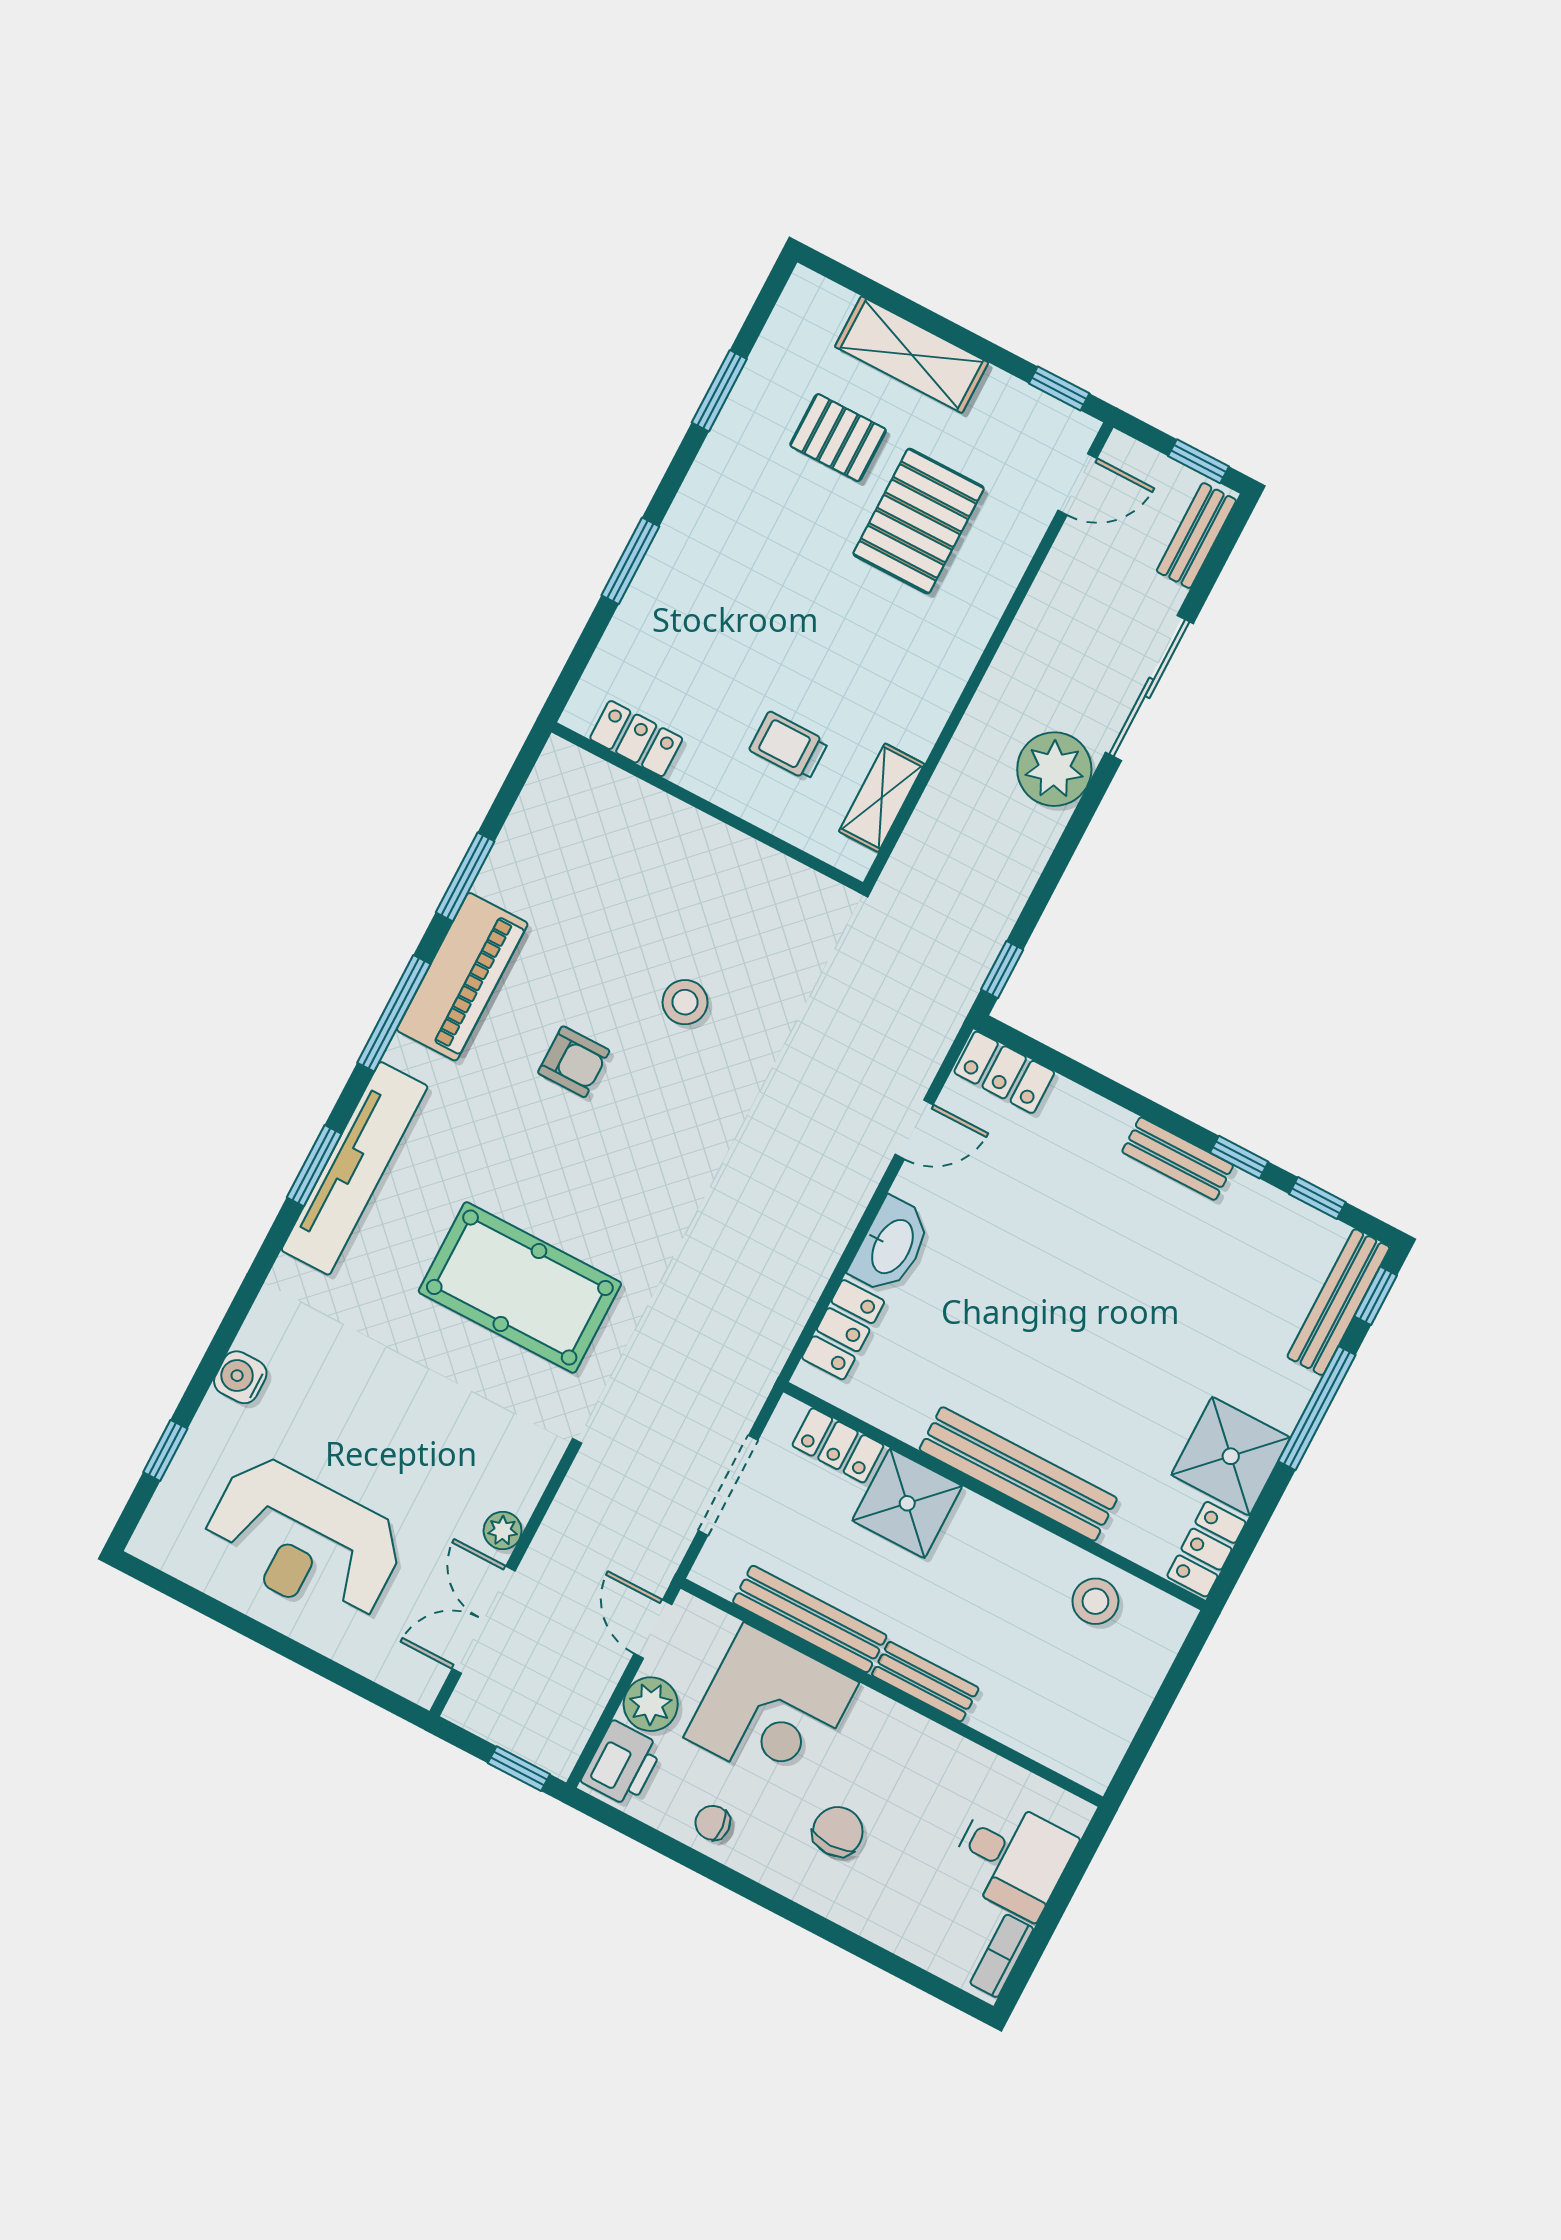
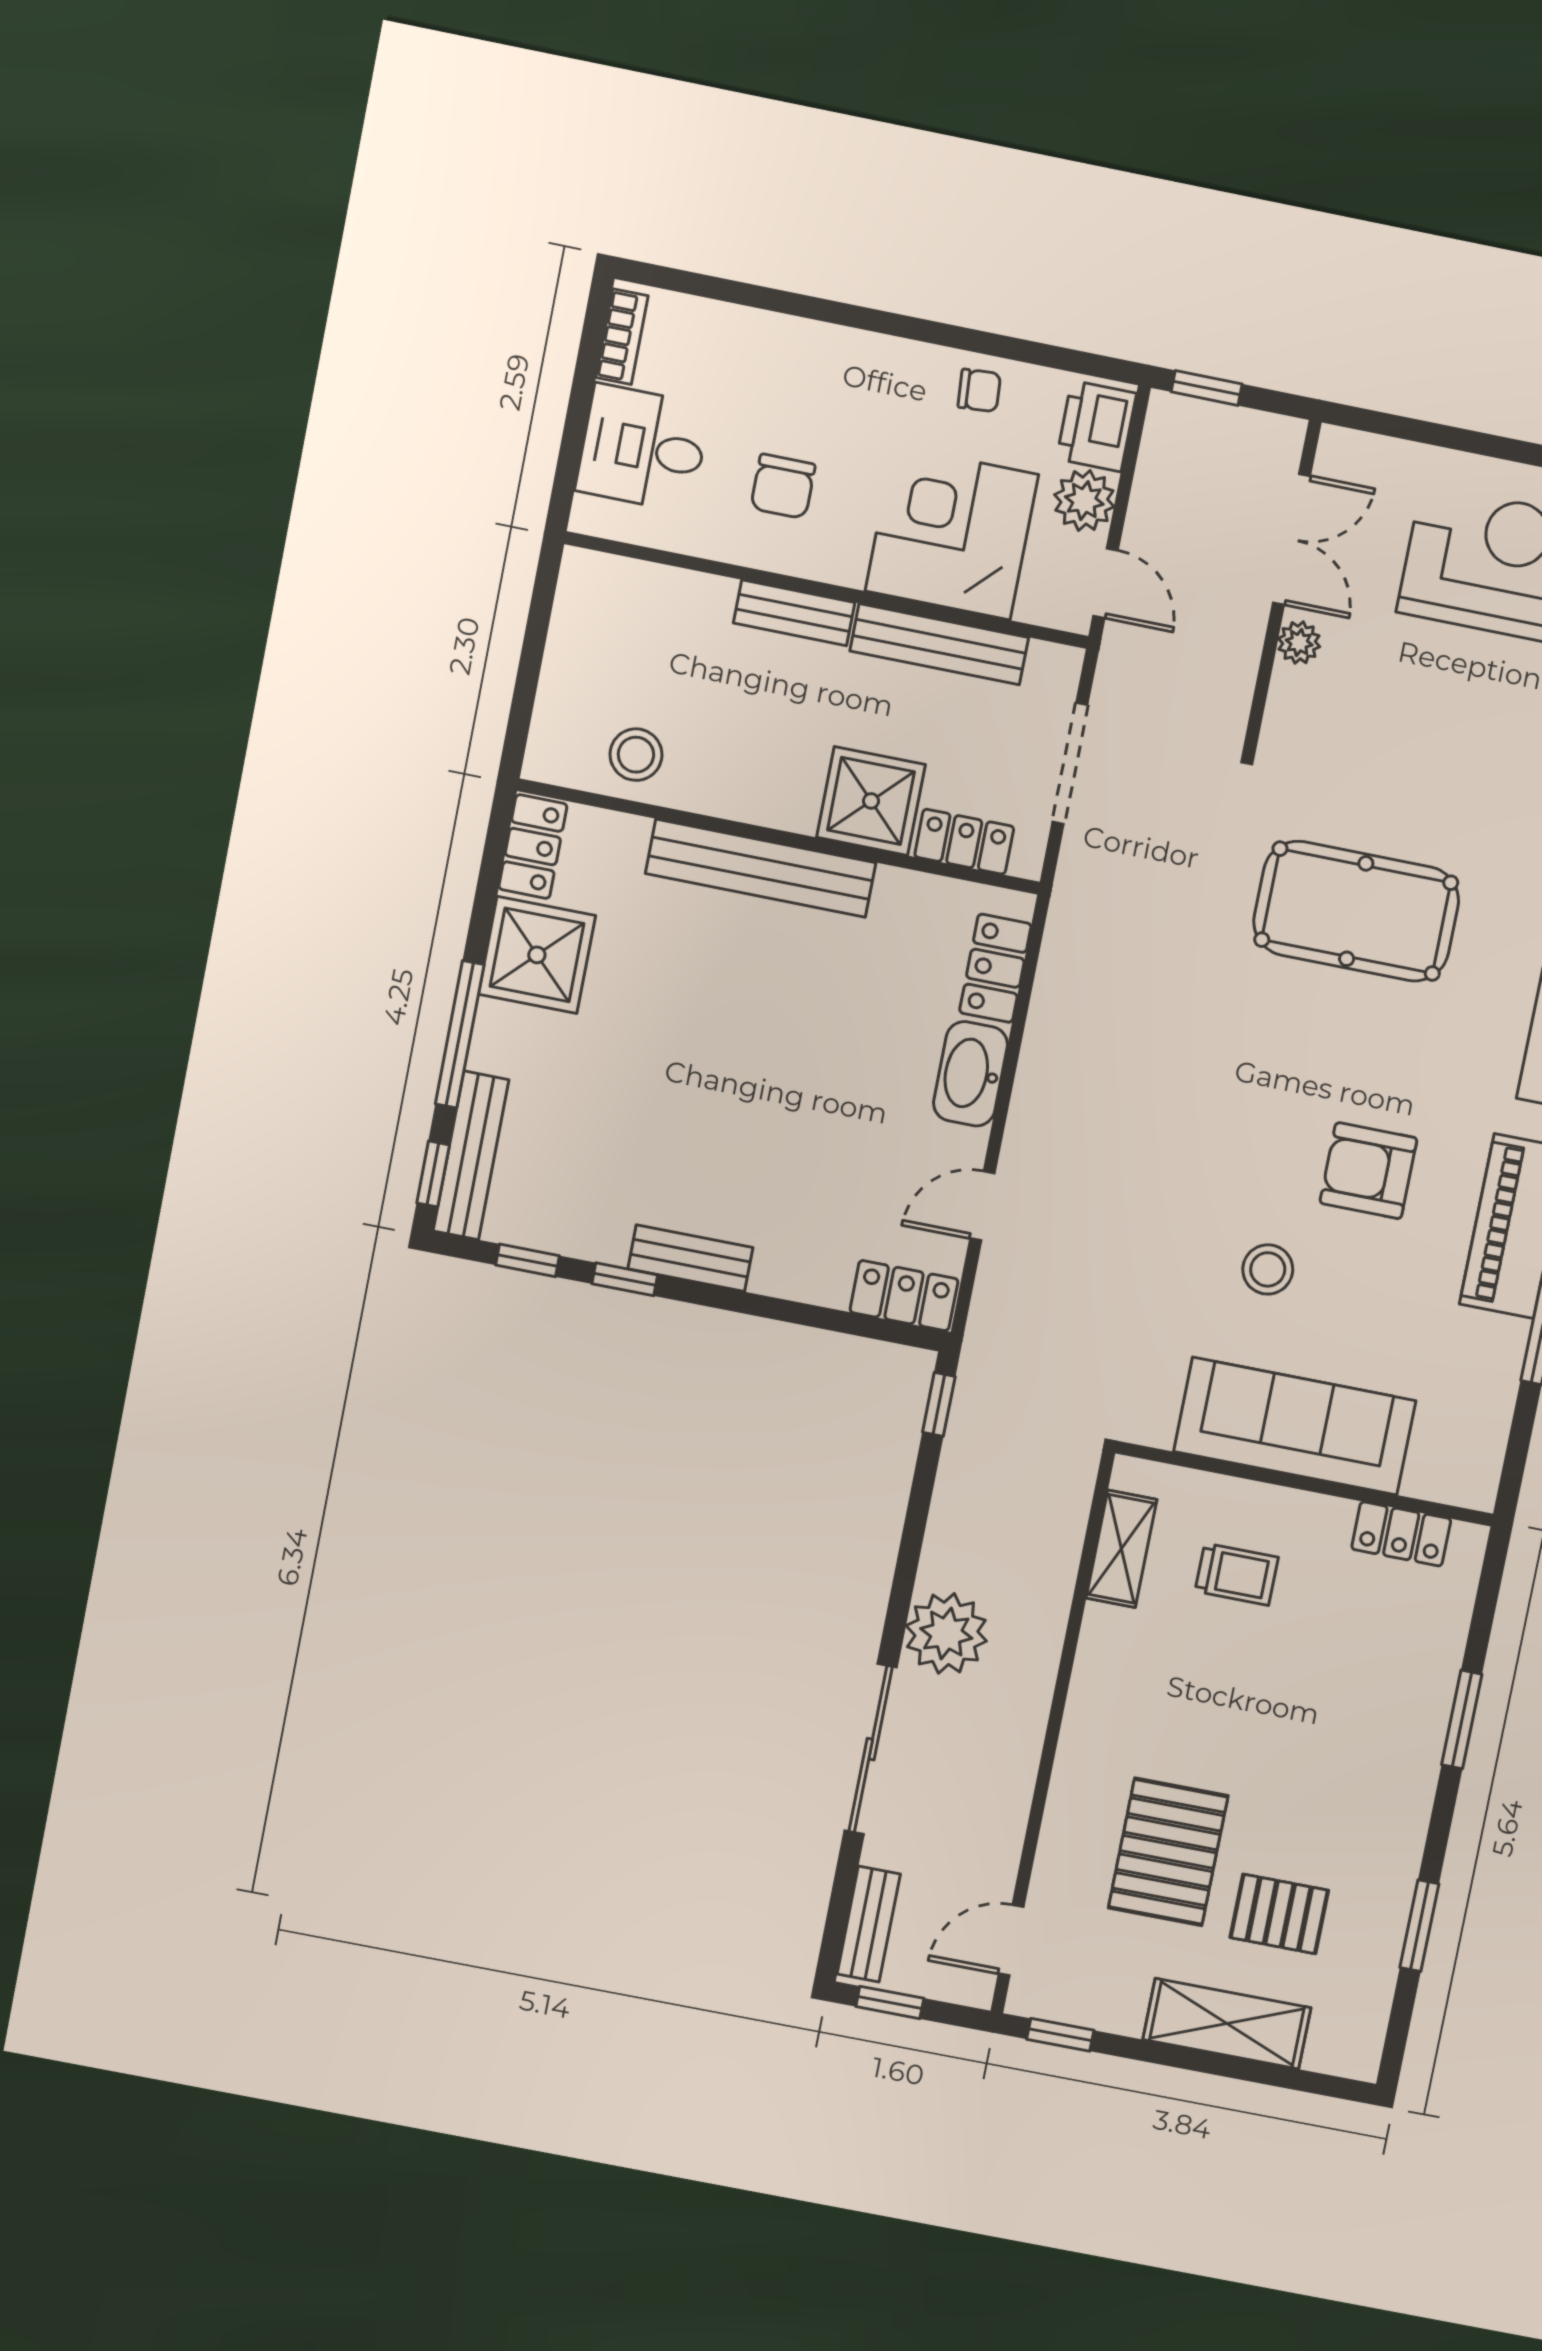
sofa: (701, 860) -> (1295, 1426), added
armchair: (574, 1062) -> (1368, 1171), width x1.38, depth x1.38
chair: (838, 1832) -> (783, 486), moved

